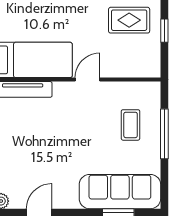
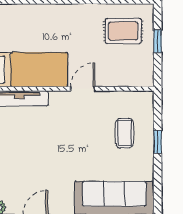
window: (164, 134) -> (158, 142), width x0.46

